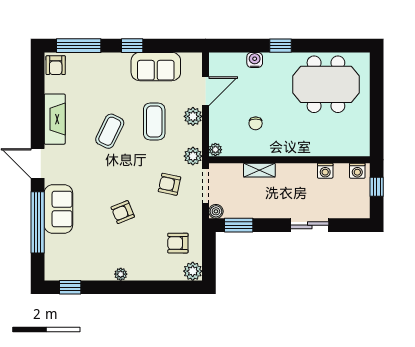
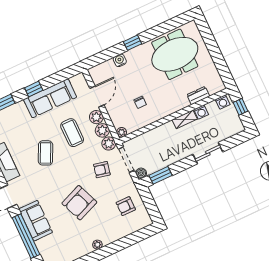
sofa: (156, 67) -> (50, 98), width x1.36
dresser: (331, 149) -> (198, 96), added
shelving: (259, 170) -> (185, 119), moved
armchair: (123, 212) -> (79, 203), width x1.88, depth x1.88
plant: (193, 271) -> (102, 130), moved

